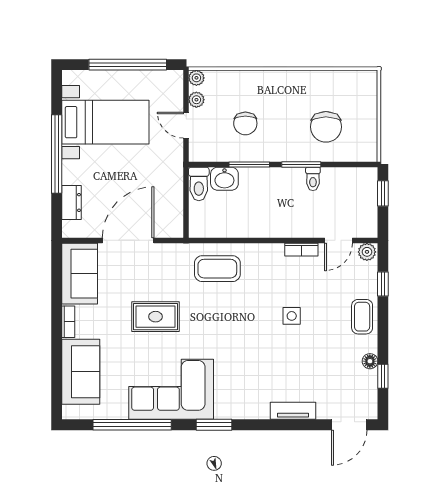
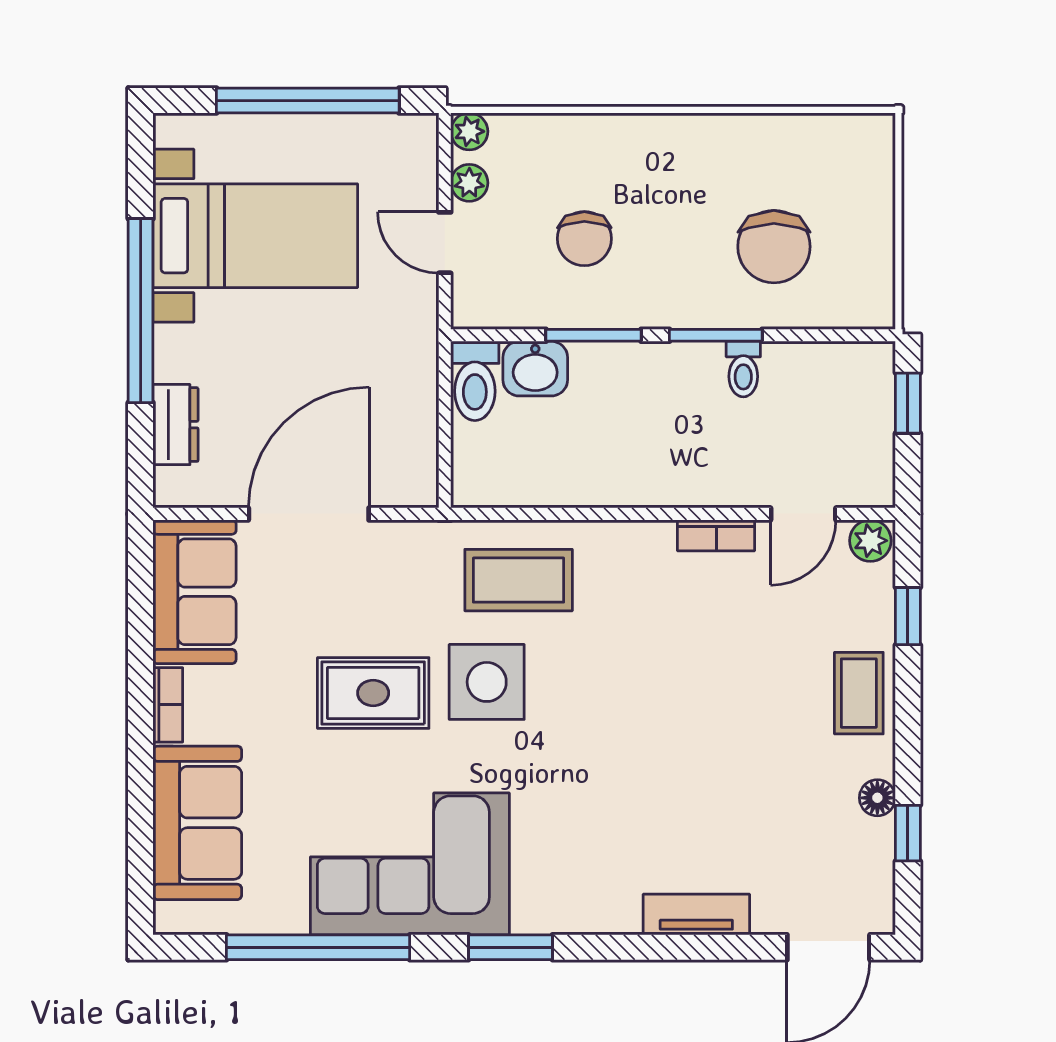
side table: (292, 316) -> (487, 682), moved, width x1.87, depth x1.87

